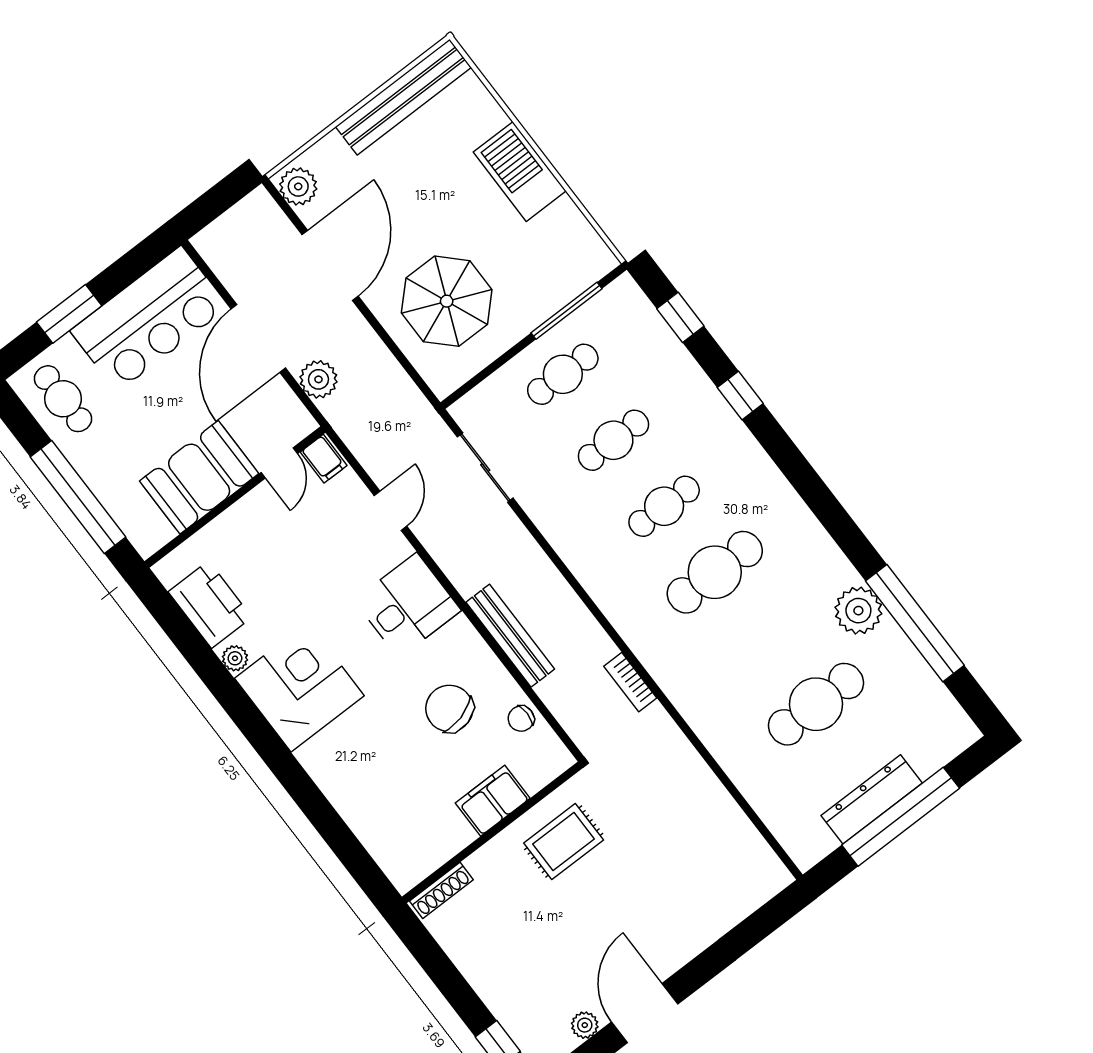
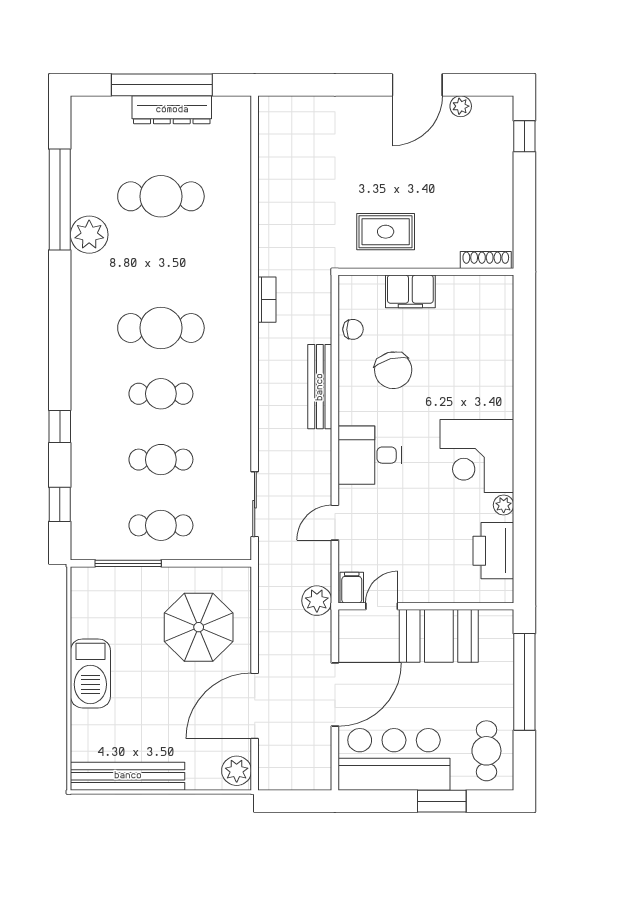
plant: (318, 379) -> (317, 601), moved

